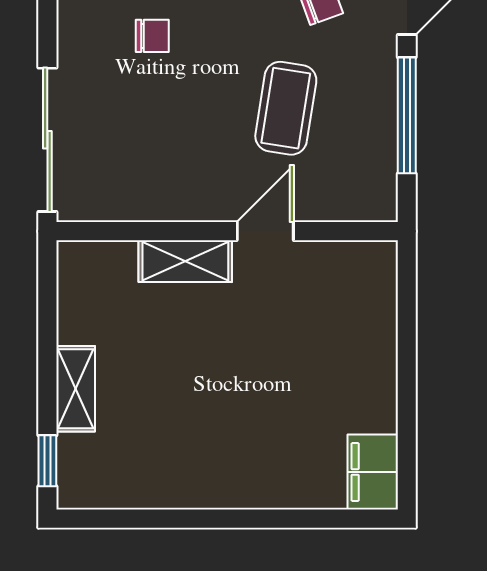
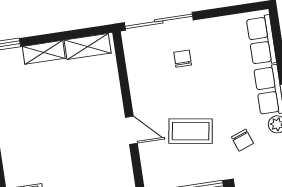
chair: (152, 36) -> (183, 59), moved, turned 180
shelving: (185, 261) -> (88, 47), moved, turned 90

